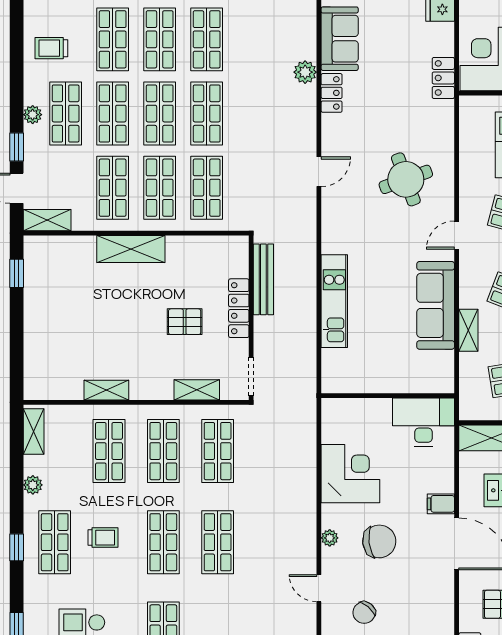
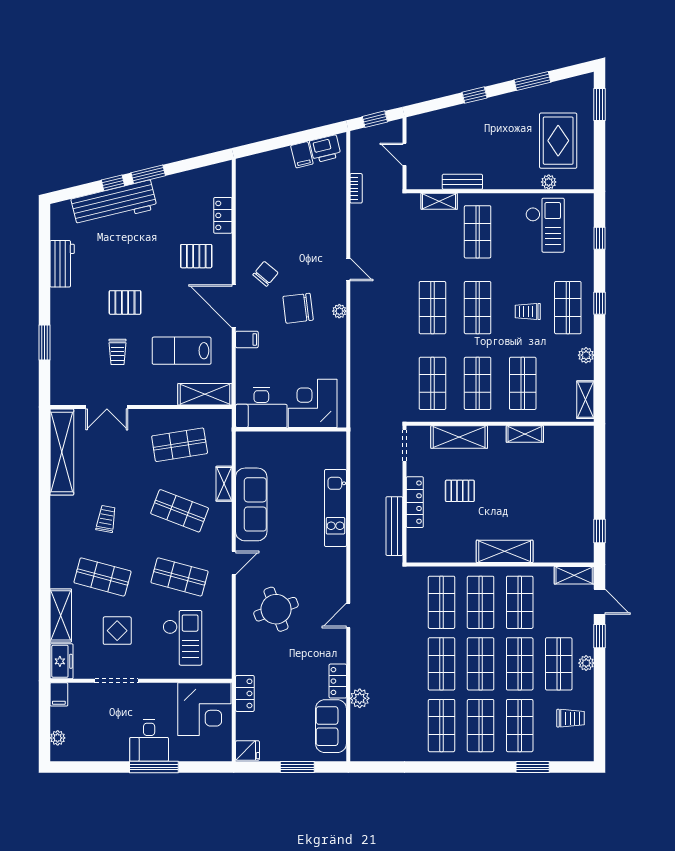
shelving: (197, 390) -> (459, 437), width x1.50, depth x1.33
corner desk: (350, 474) -> (313, 403), moved, turned 90
chair: (364, 613) -> (265, 274), moved

